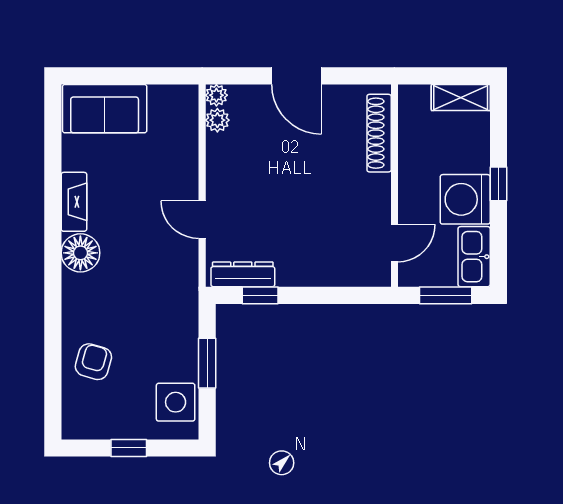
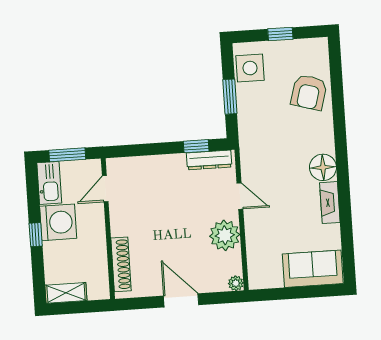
plant: (217, 120) -> (225, 235), moved, width x1.88, depth x1.88
armchair: (93, 362) -> (309, 92), width x1.38, depth x1.38

